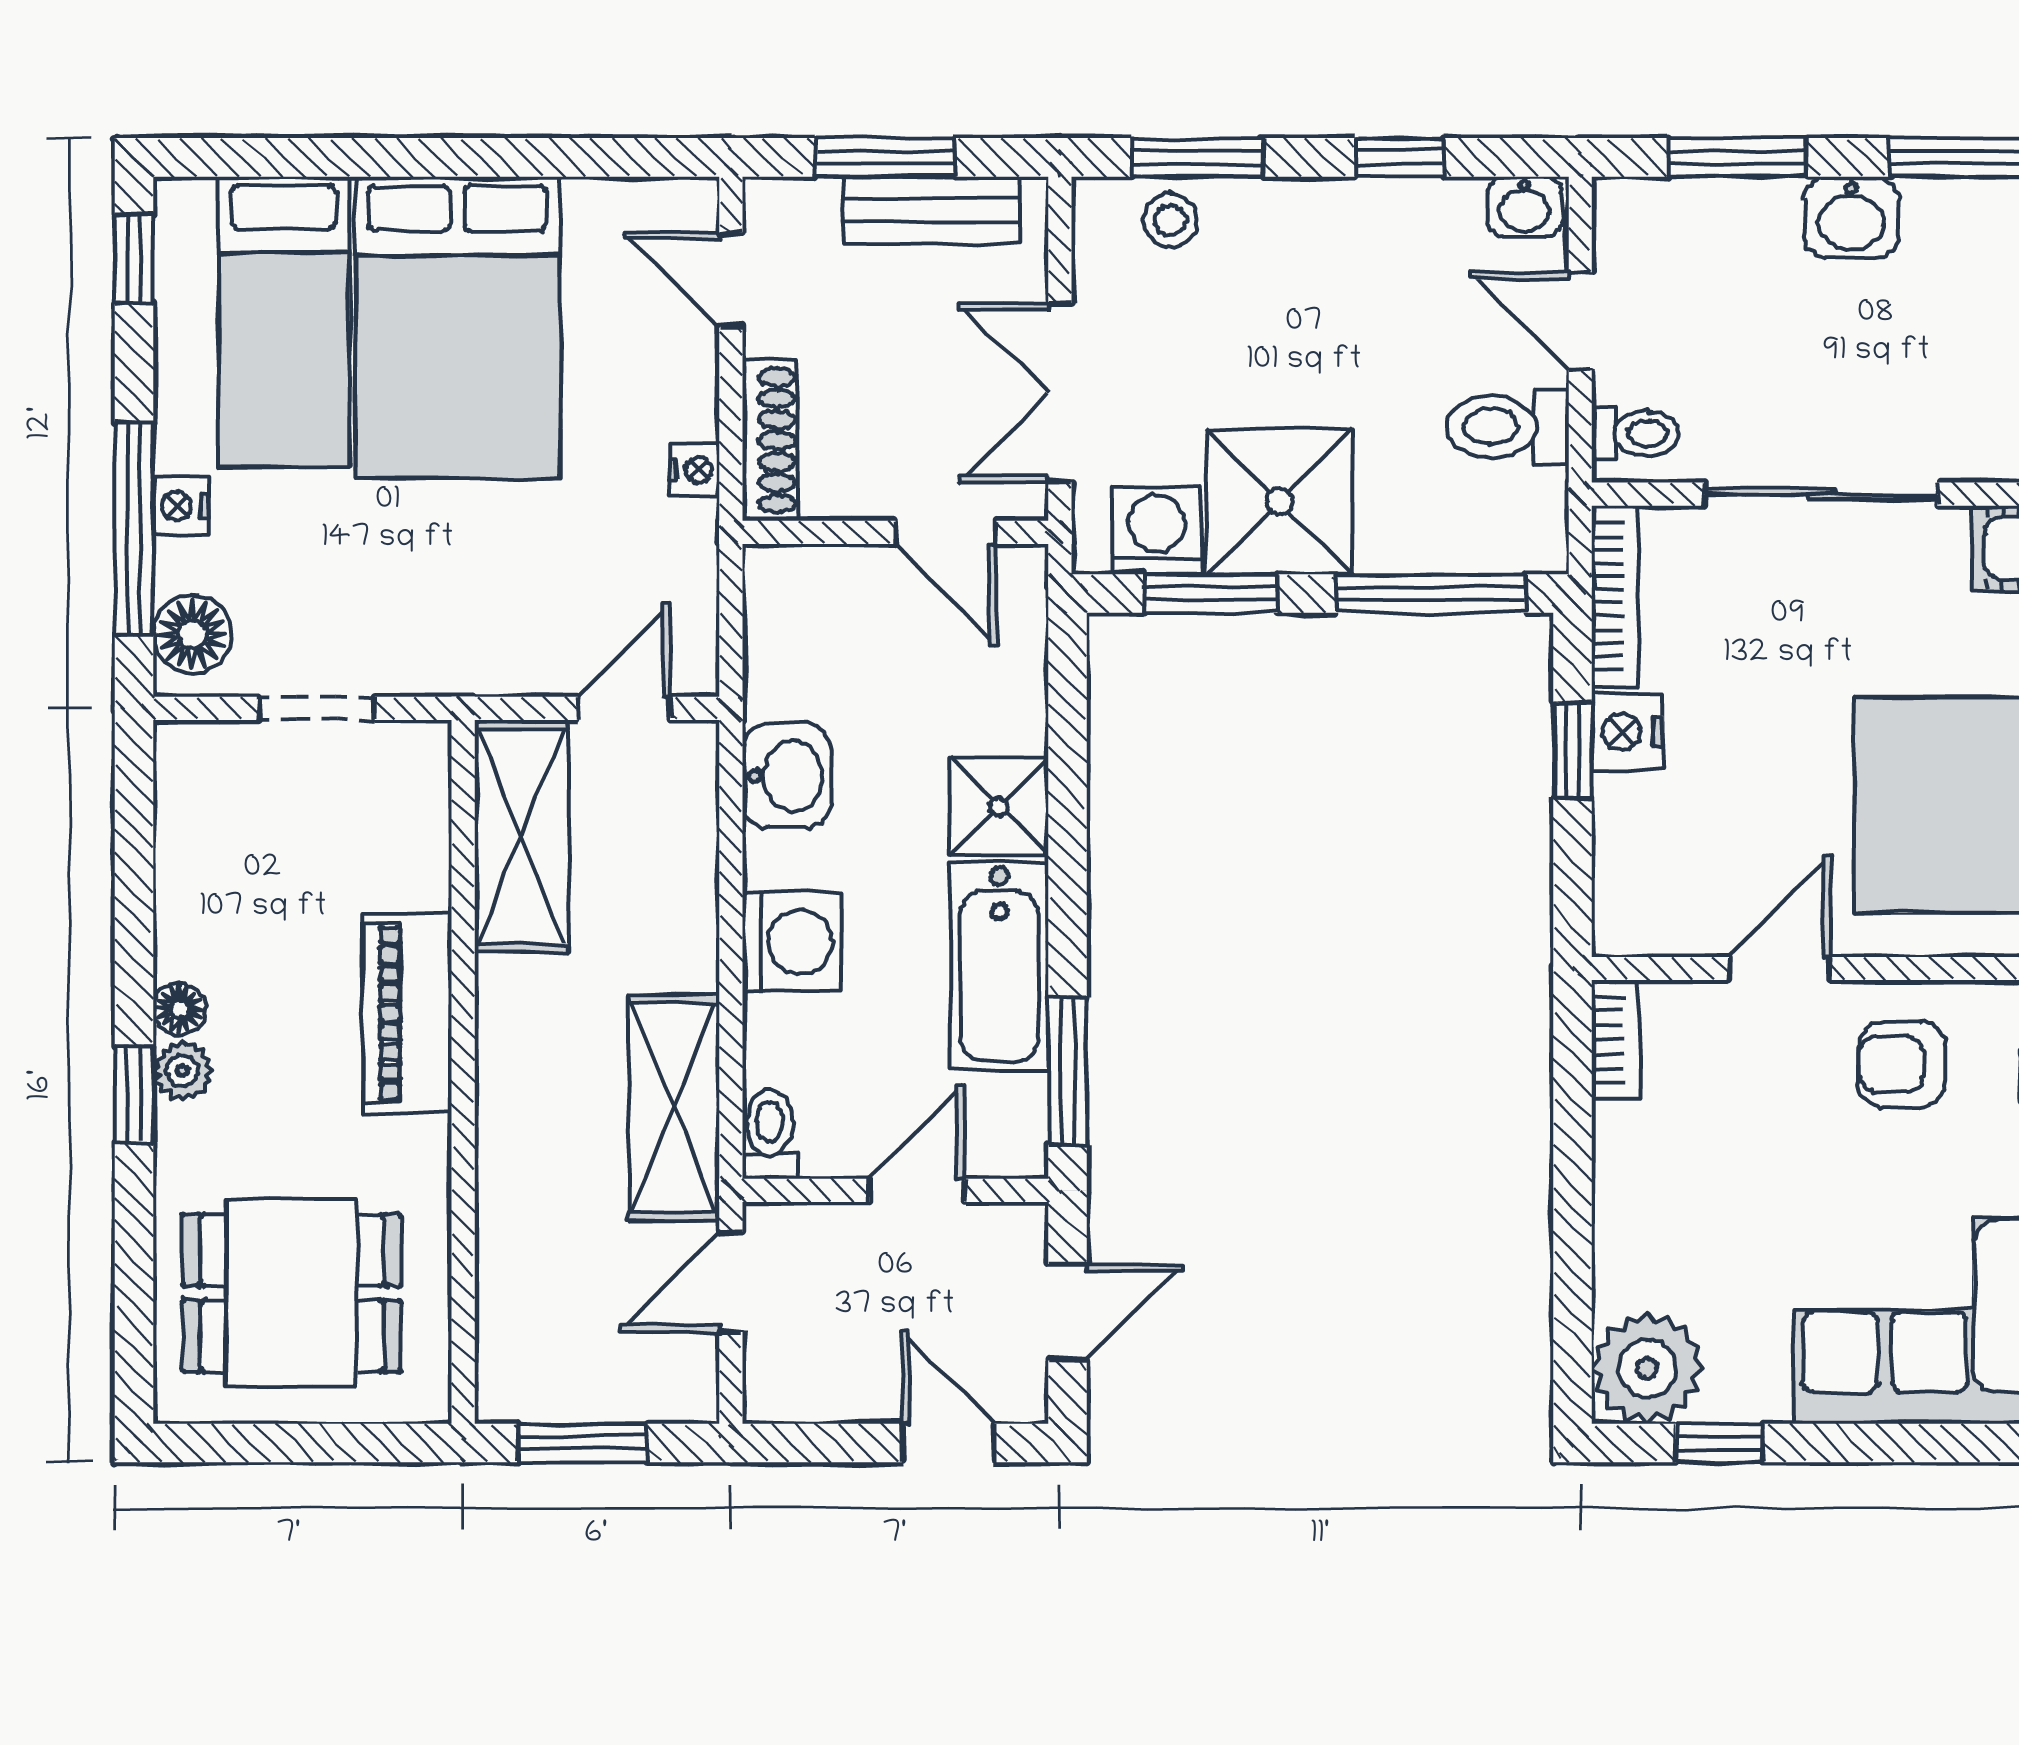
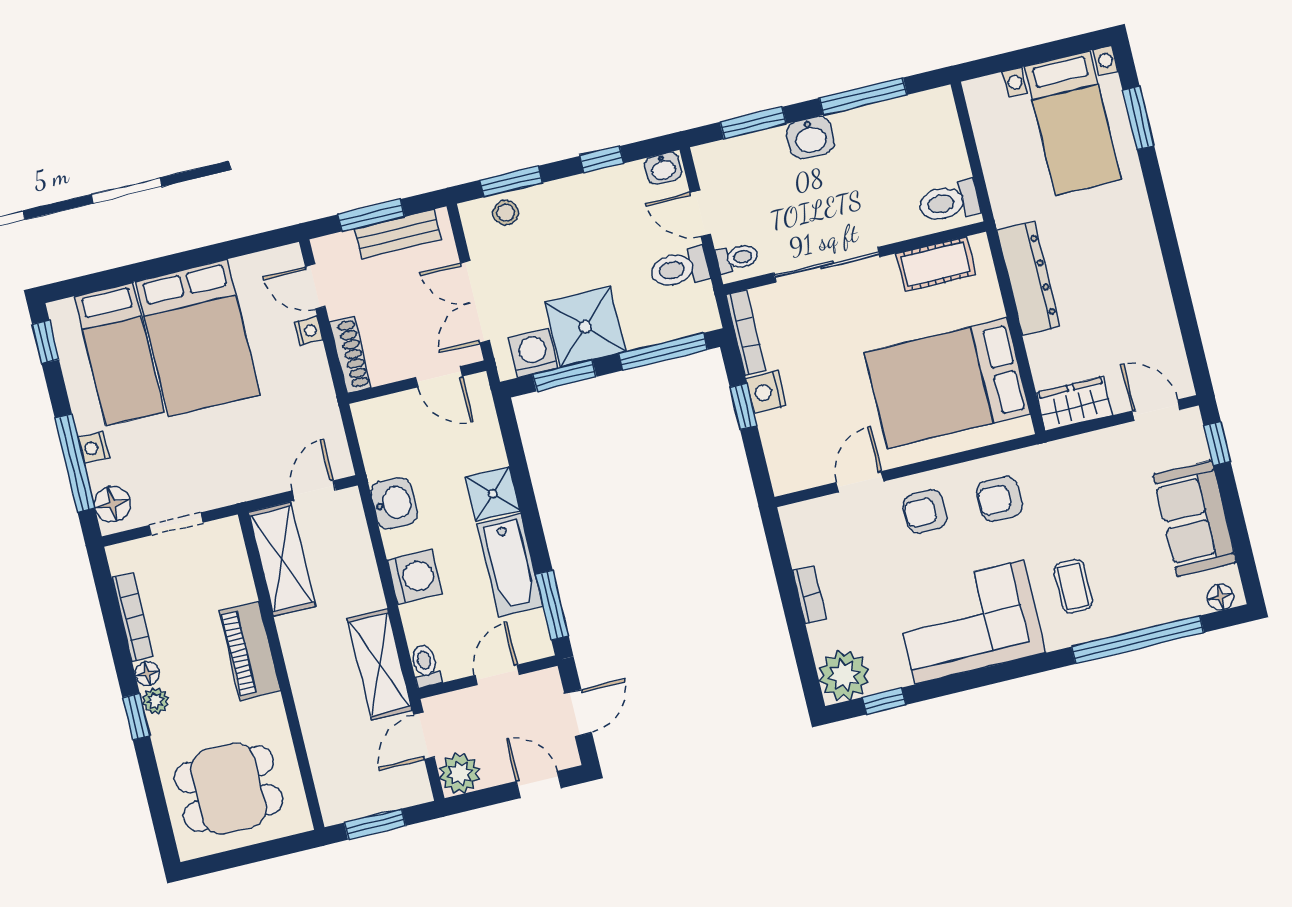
nightstand: (695, 470) -> (309, 331), moved
bookcase: (177, 883) -> (133, 617), added
bookcase: (1616, 1040) -> (809, 595), moved
plant: (787, 1379) -> (460, 773), added

